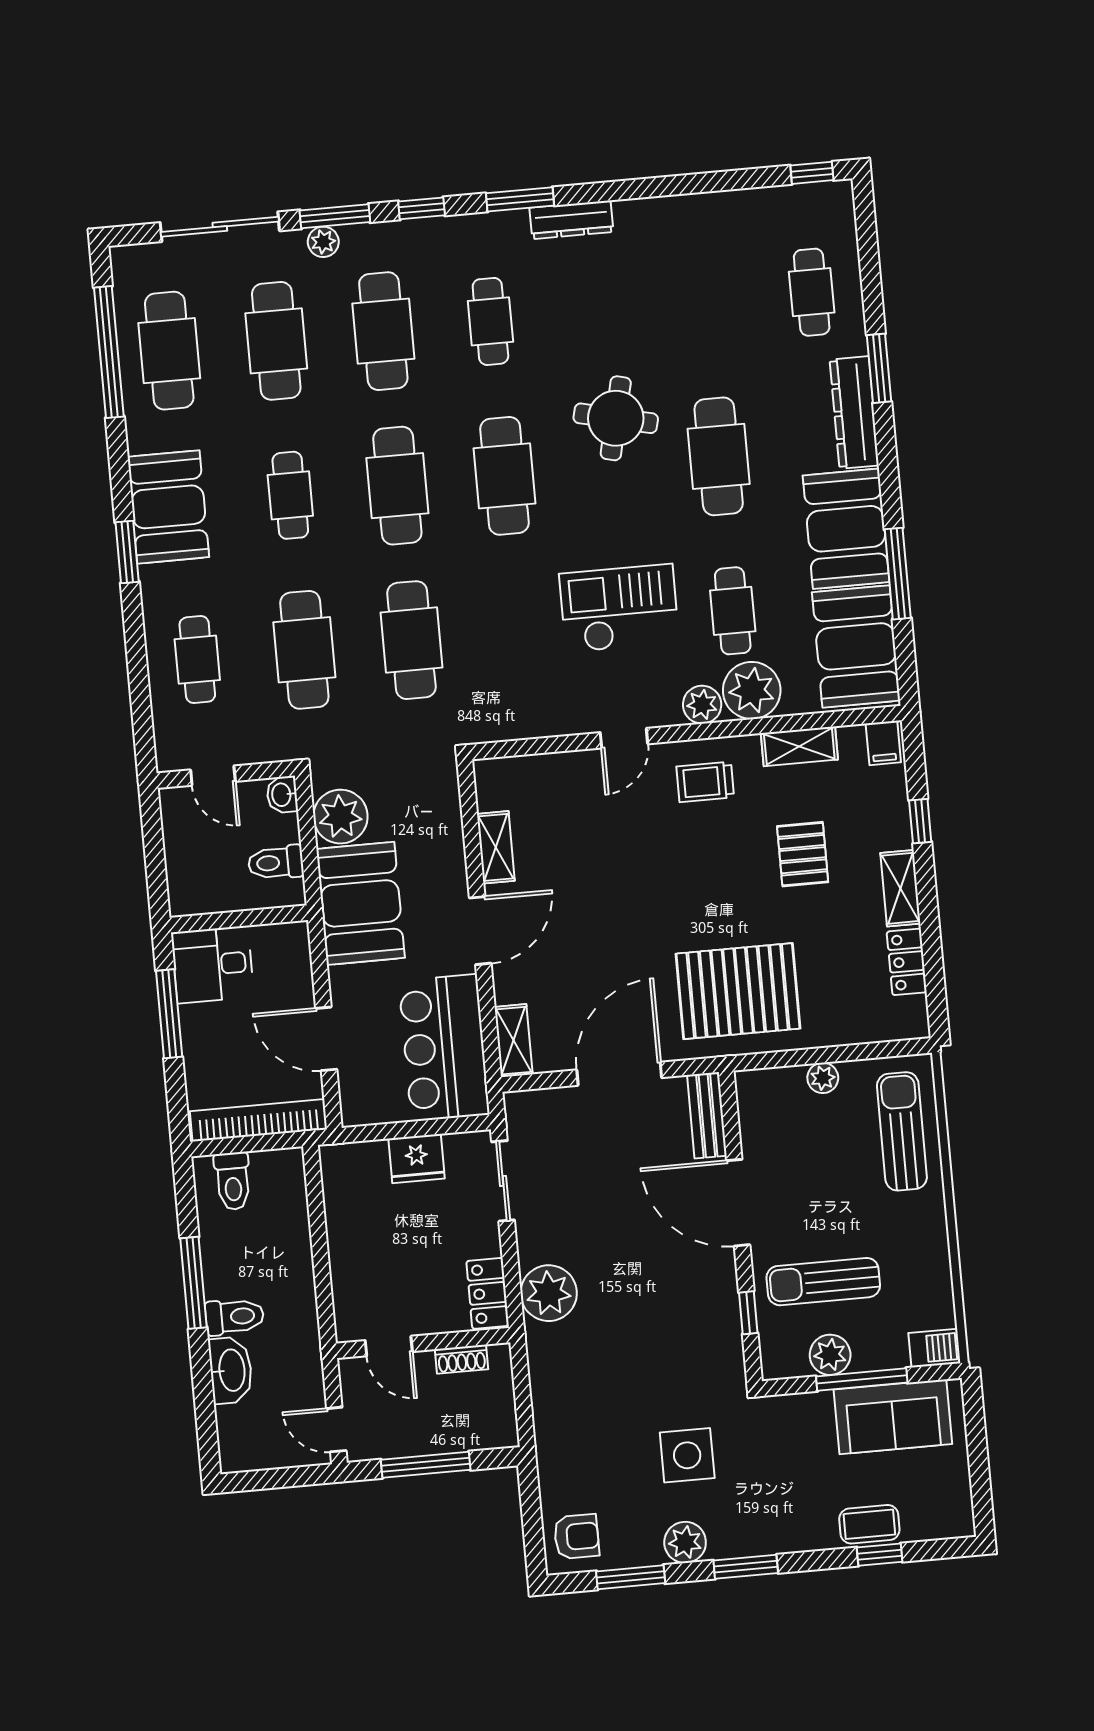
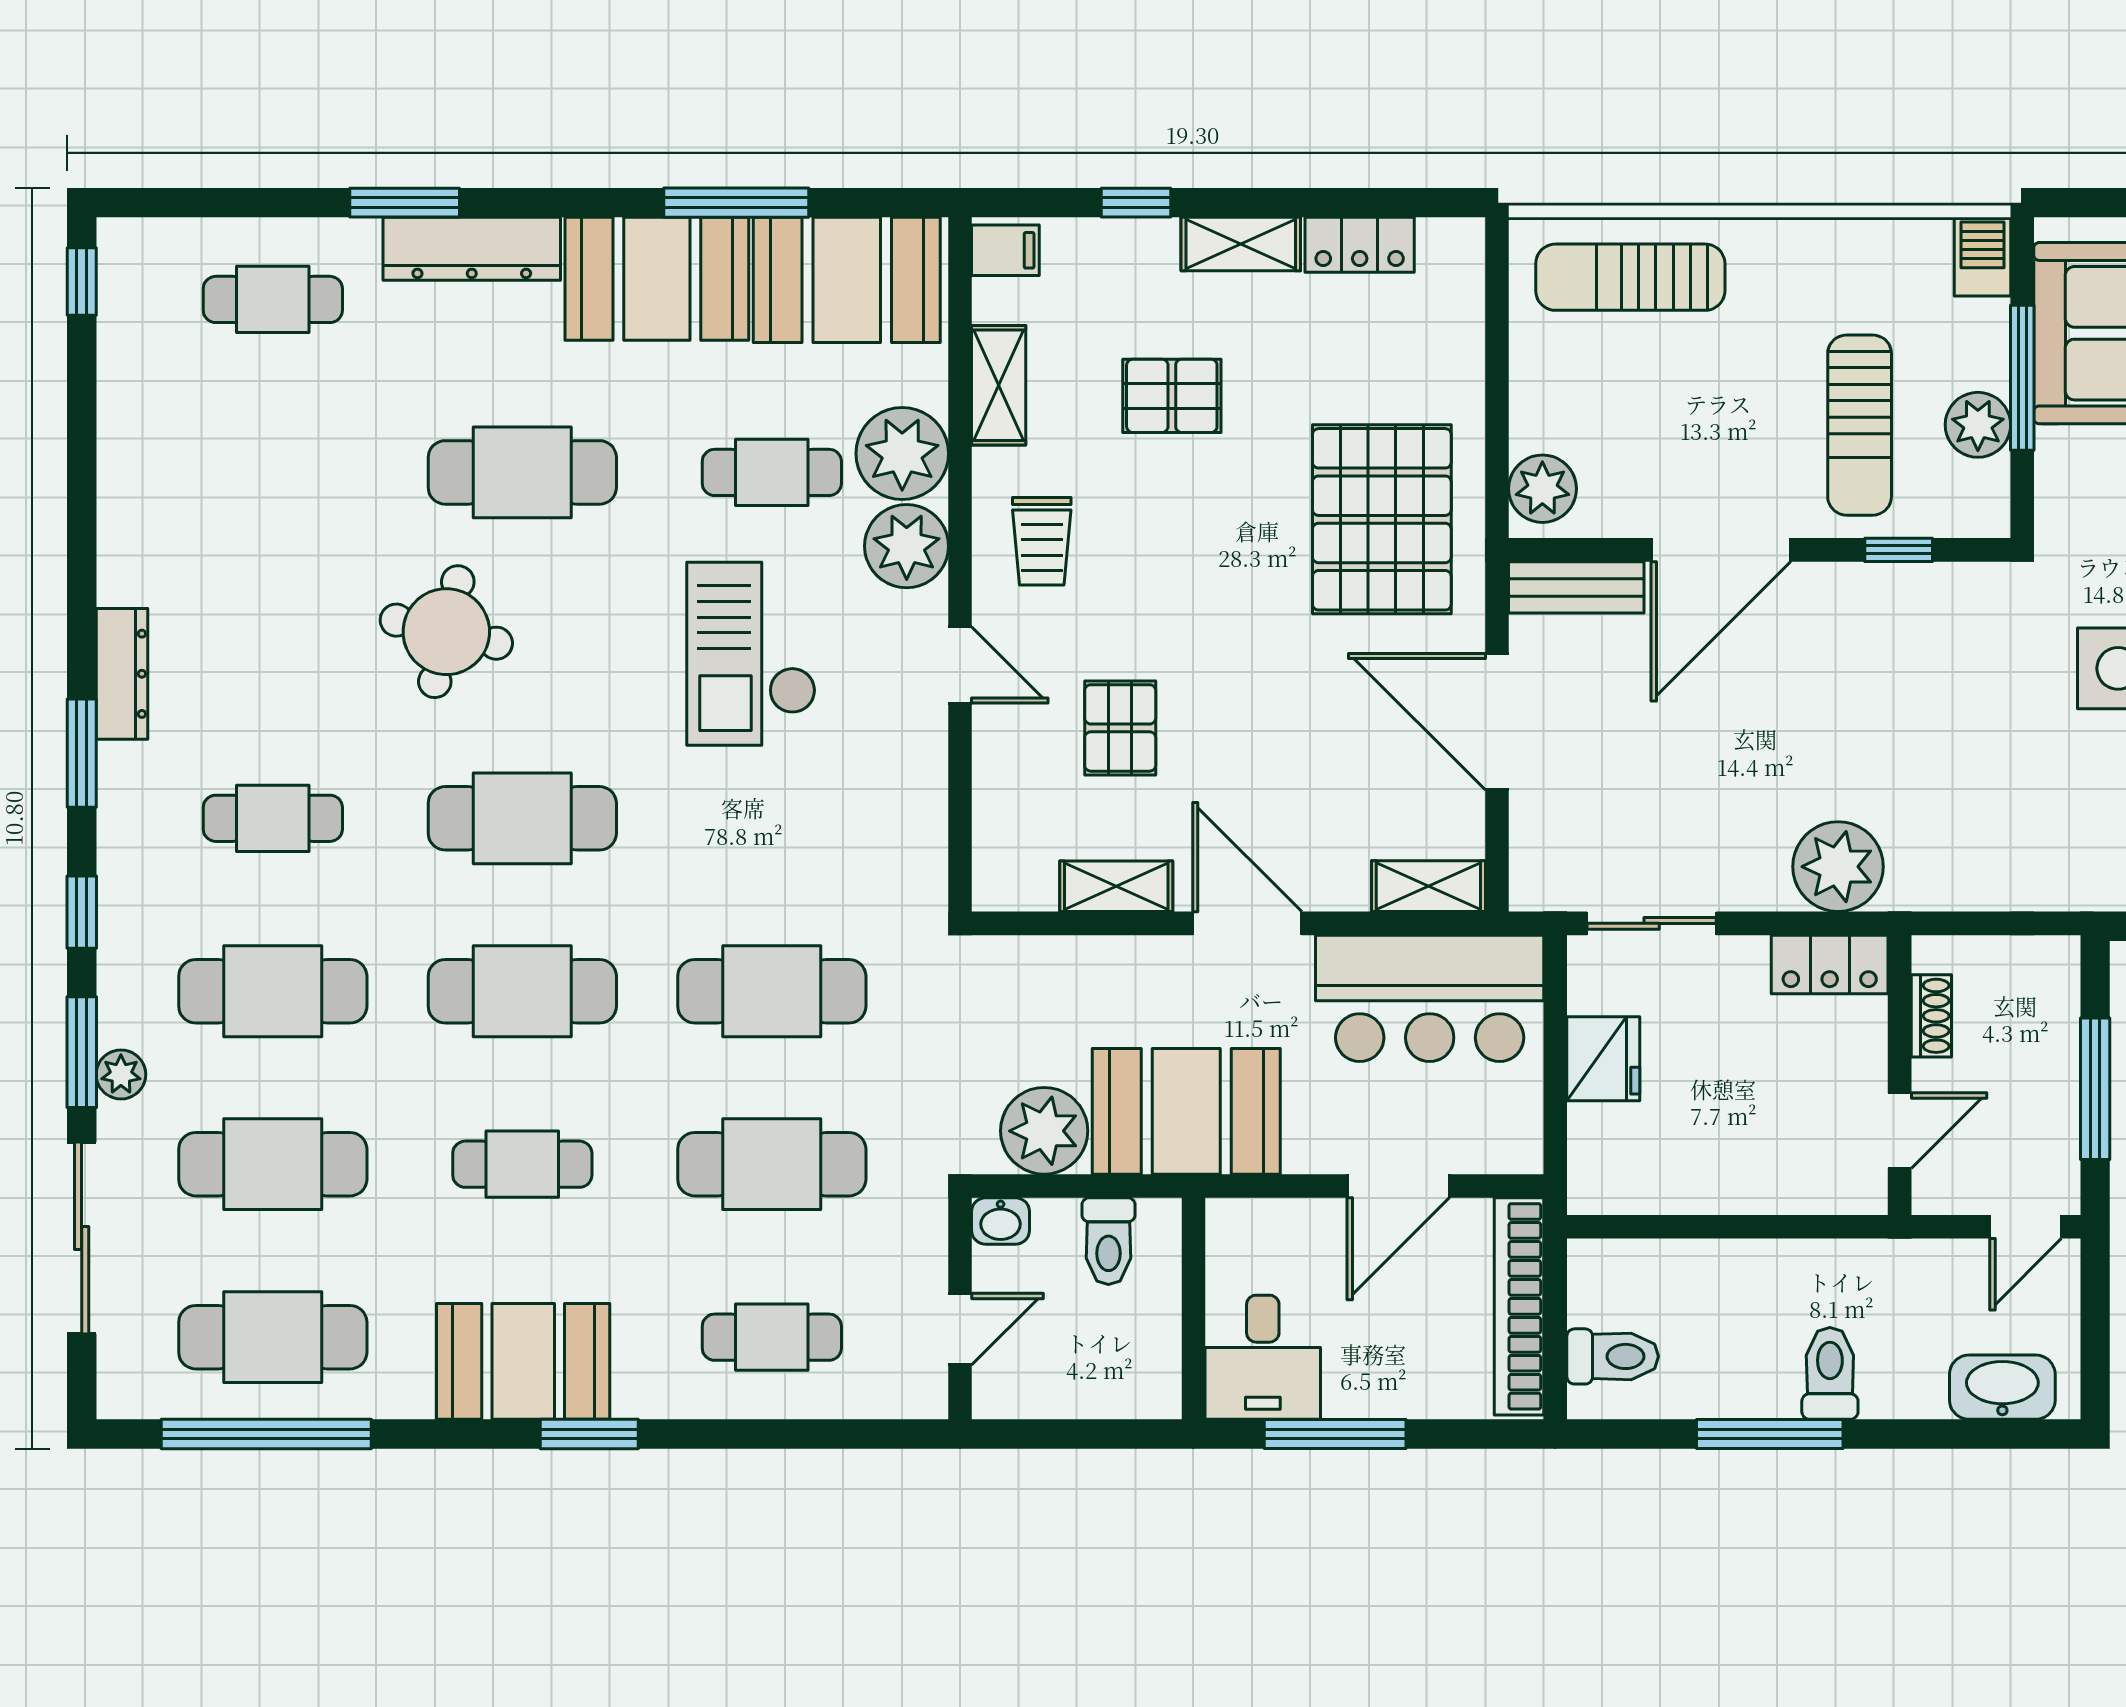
plant: (702, 705) -> (907, 546), width x1.36, depth x1.36
pallet: (594, 841) -> (1120, 728), added
plant: (823, 1078) -> (1542, 489), moved, width x1.38, depth x1.38
washbasin: (231, 1370) -> (2002, 1387), moved

